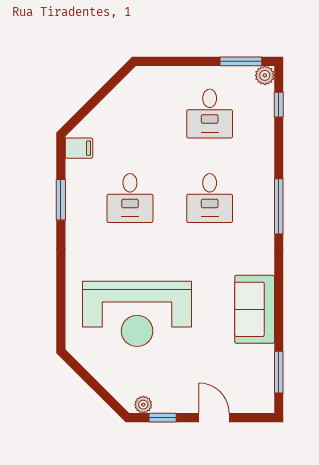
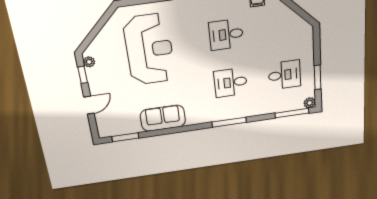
window: (241, 61) -> (318, 77), moved
window: (279, 105) -> (292, 113), width x2.17
desk: (210, 114) -> (284, 75), turned 180
reception desk: (137, 314) -> (149, 50), turned 180

